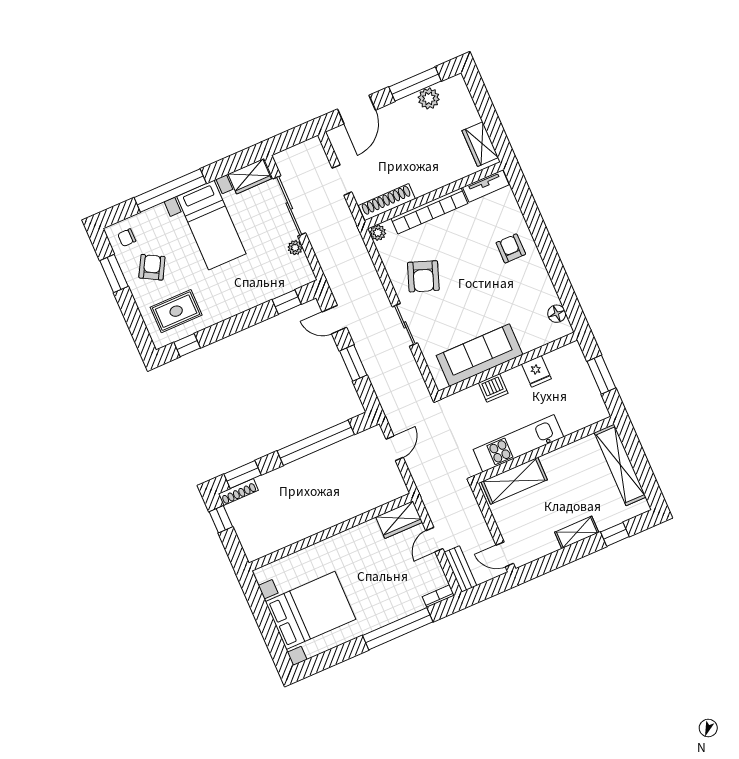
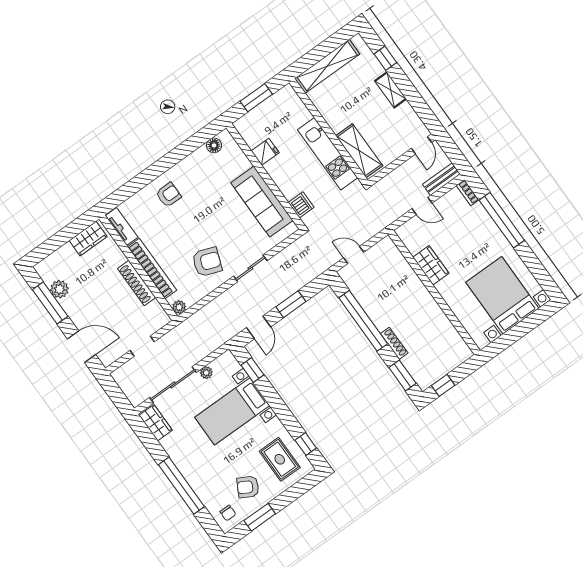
shoe rack: (387, 202) -> (137, 283), moved
bed with nightstands: (211, 225) -> (232, 411), moved, turned 180
armchair: (511, 248) -> (168, 195), turned 180
dishwasher: (493, 388) -> (301, 205), moved
shoe rack: (238, 492) -> (394, 343), moved
wardrobe: (399, 520) -> (431, 265), moved

